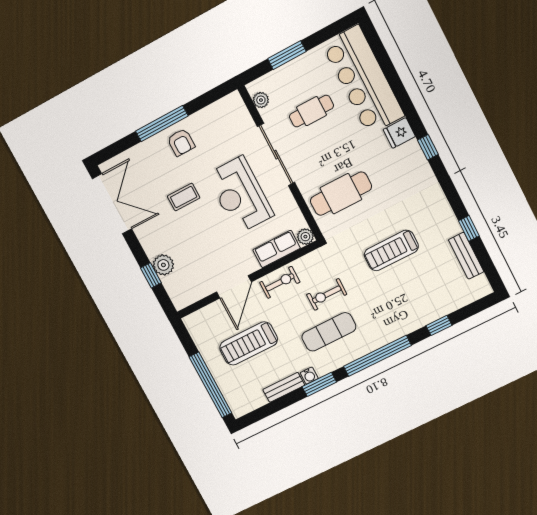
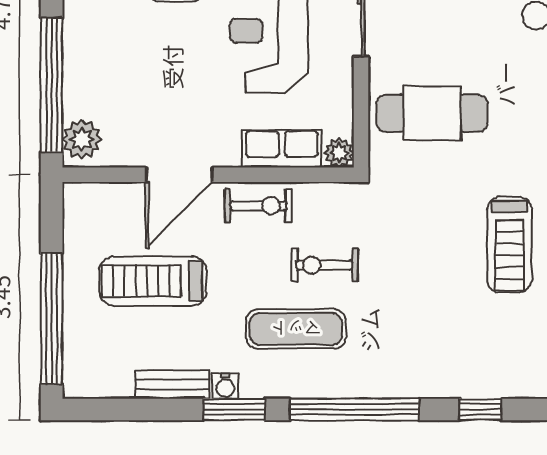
treadmill: (391, 250) -> (509, 245), moved, turned -90
plant: (163, 265) -> (82, 139), moved
window: (151, 275) -> (52, 85), width x3.17

